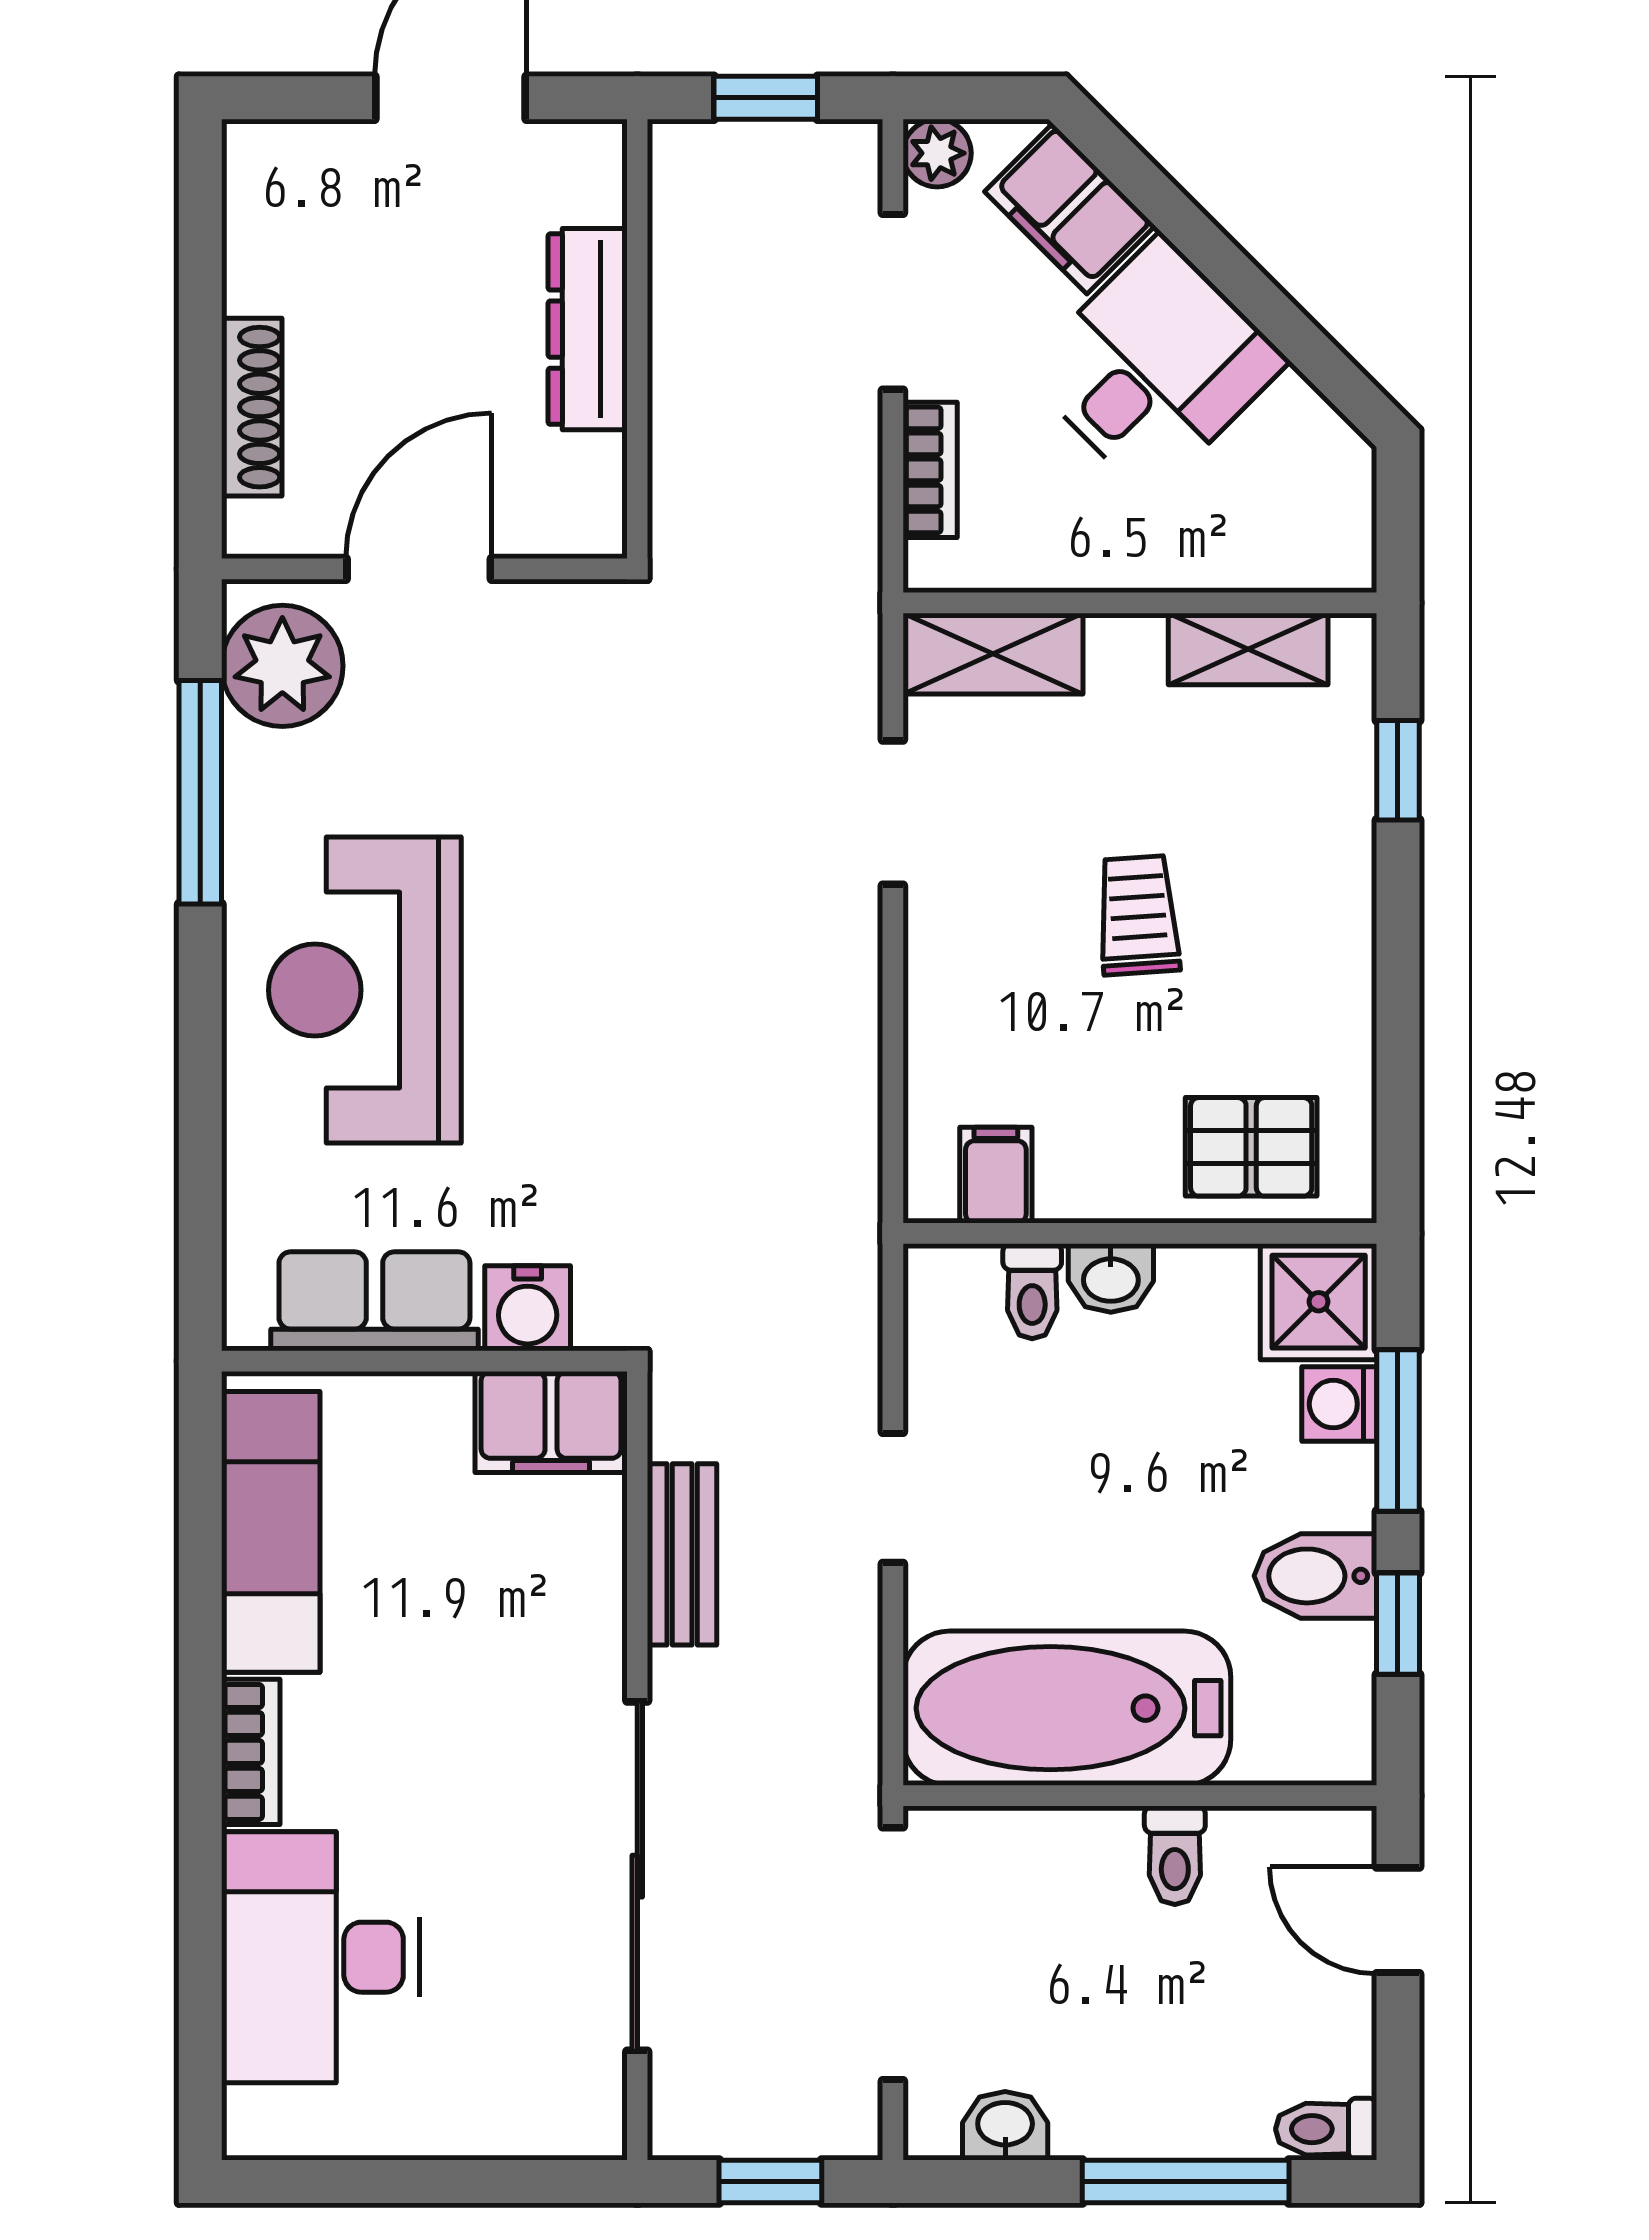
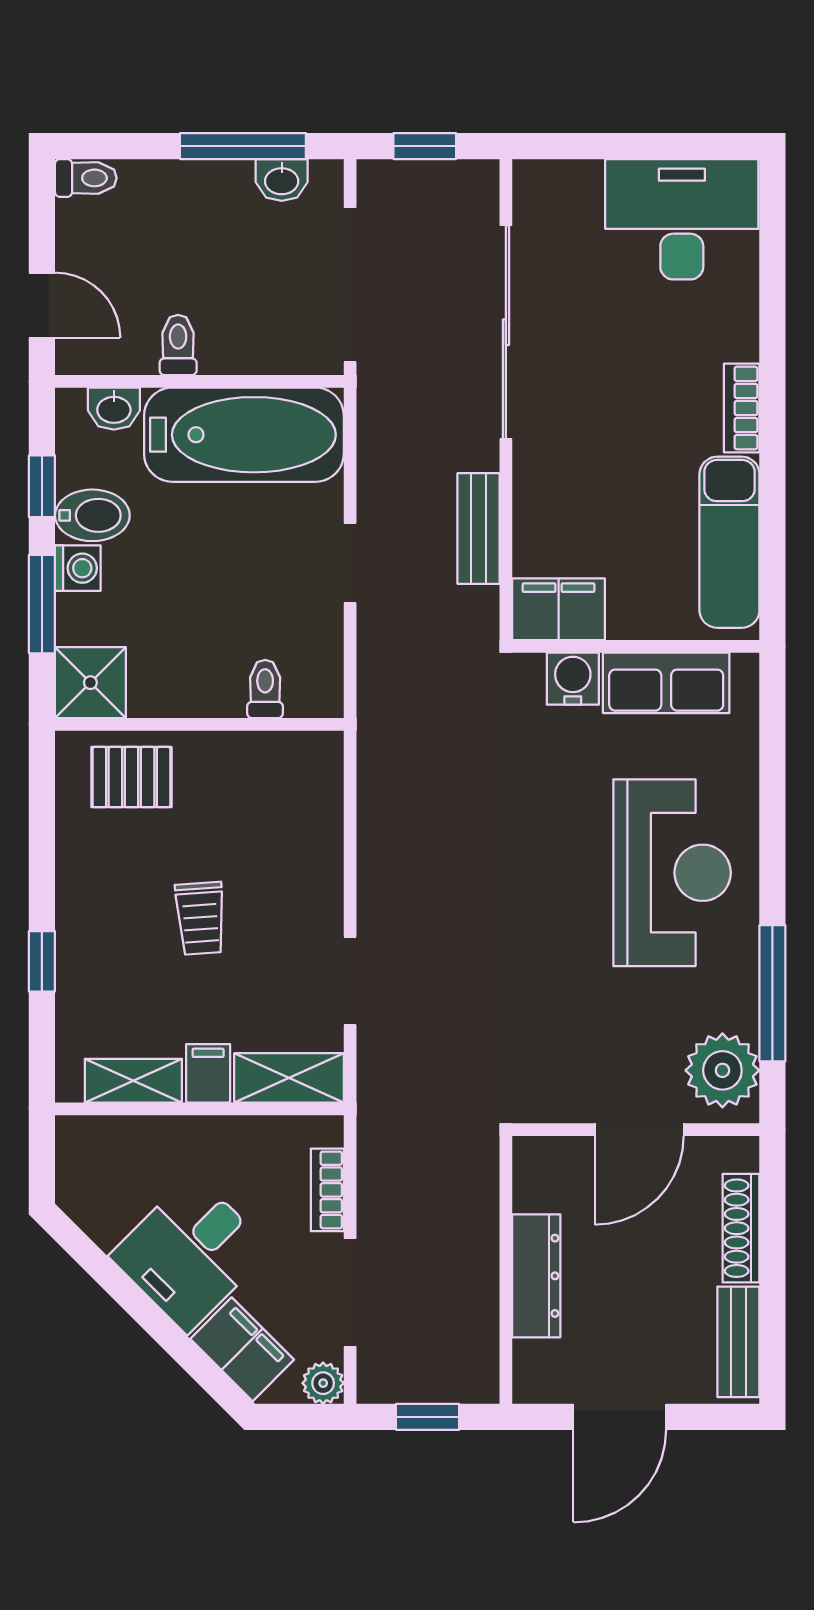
bench: (256, 221) -> (738, 1342), added
window: (1398, 770) -> (42, 961), moved
filing cabinet: (996, 1175) -> (208, 1073), moved, turned 180
washbasin: (1111, 1278) -> (114, 409), moved, turned 180
washing machine: (1339, 1404) -> (78, 568), moved
desk: (320, 1957) -> (682, 219), moved, turned -90
window: (1186, 2181) -> (243, 146), moved

